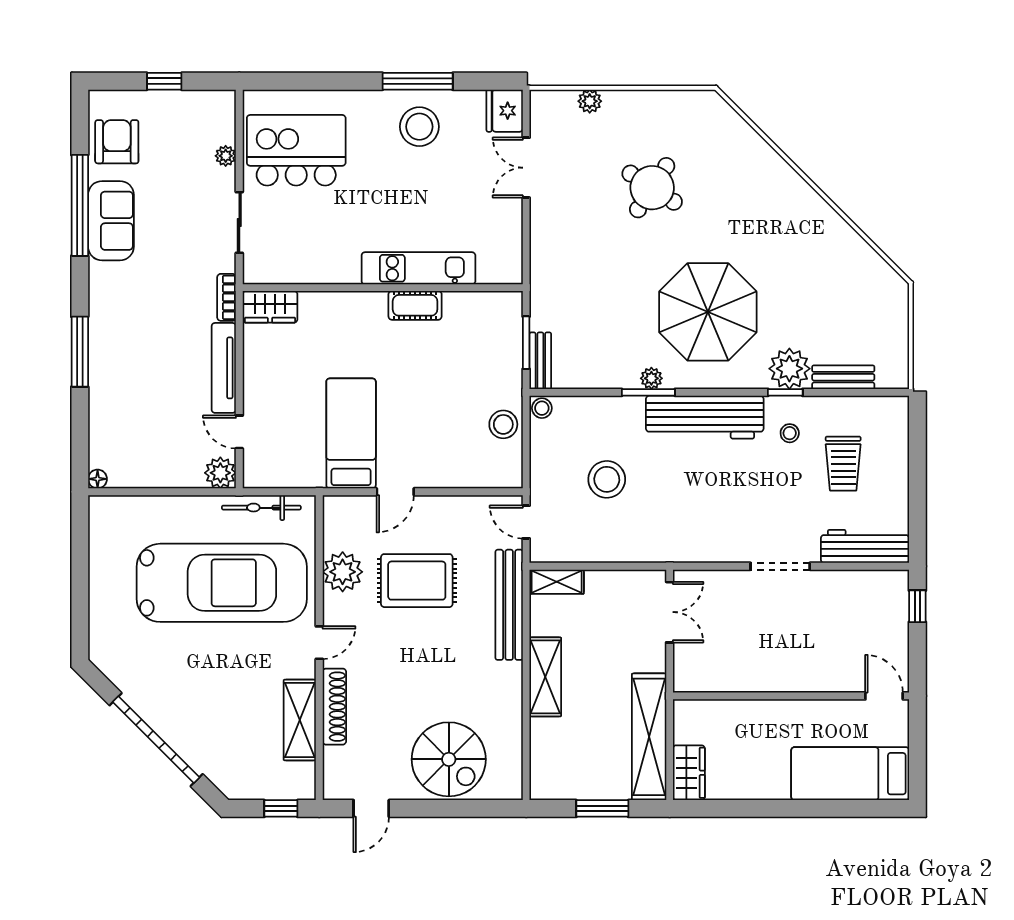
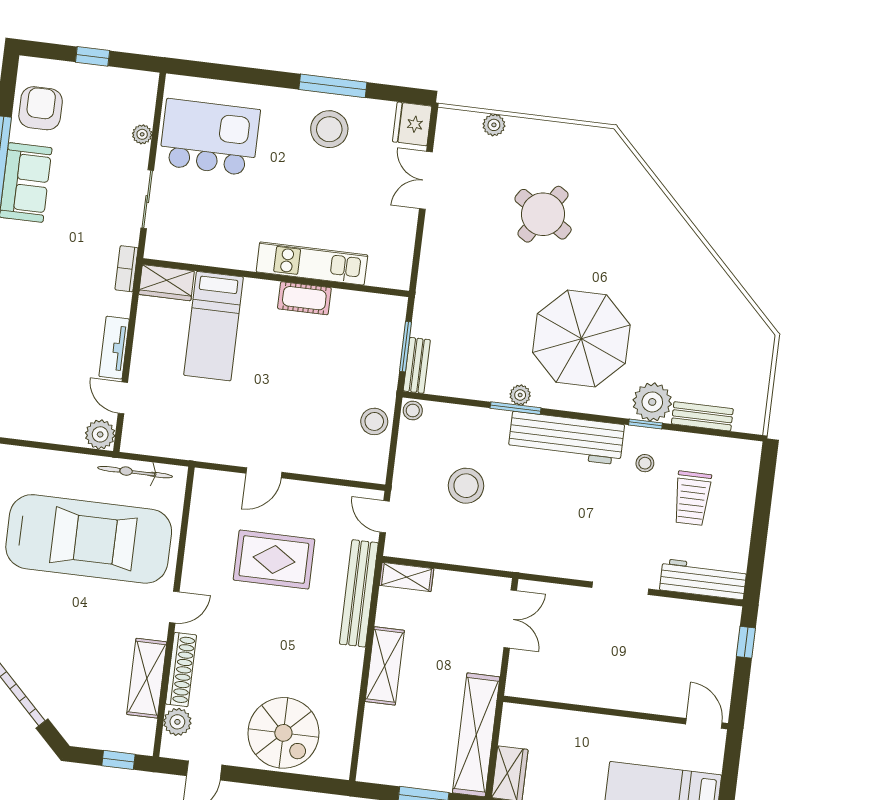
tv unit: (224, 368) -> (114, 348), width x0.71
bed: (351, 433) -> (214, 326), moved, turned 180
plant: (343, 572) -> (177, 722), moved, width x0.73, depth x0.73

